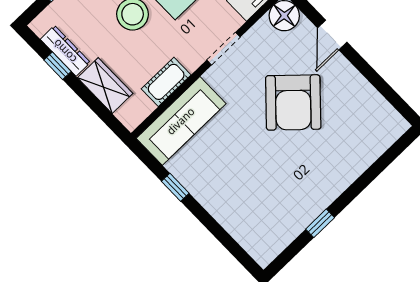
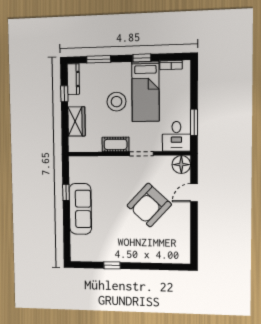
dresser: (65, 51) -> (73, 79), moved
cot: (166, 82) -> (116, 144), moved
sofa: (181, 121) -> (80, 209), moved, turned -90

